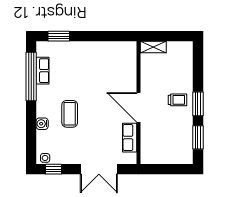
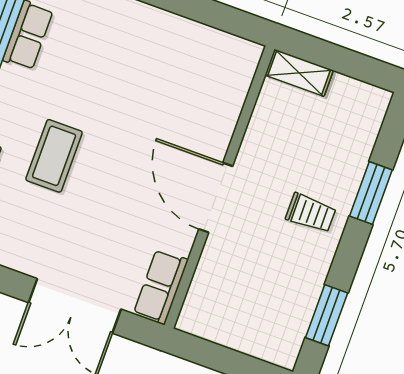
window: (198, 104) -> (371, 193), moved
row of seats: (130, 138) -> (161, 287), moved

